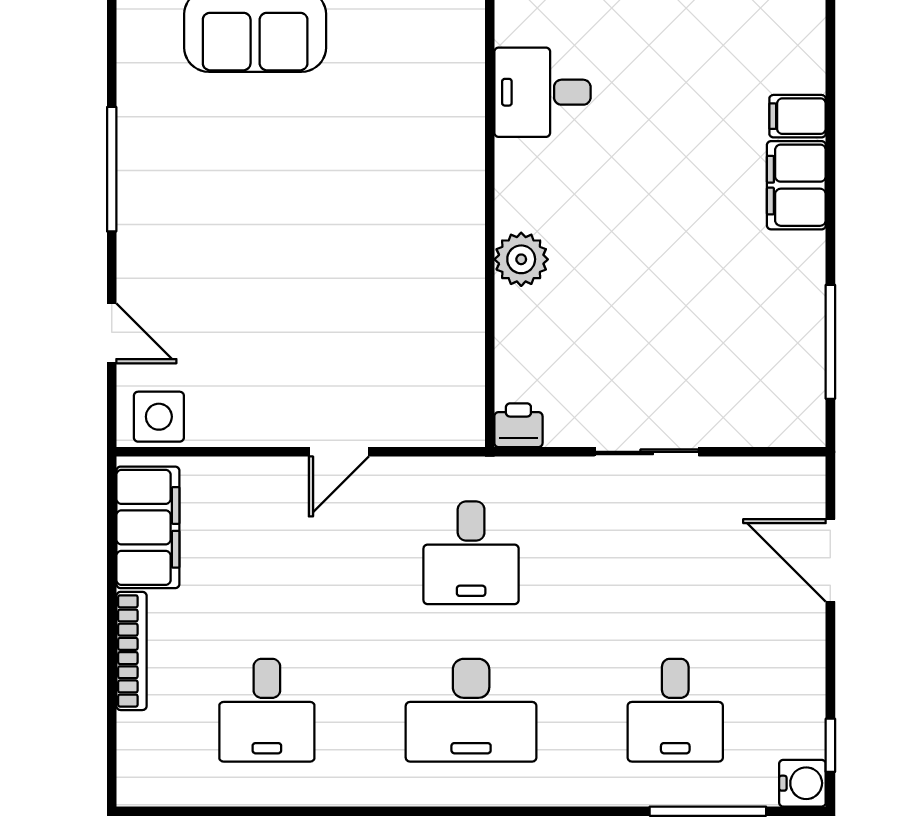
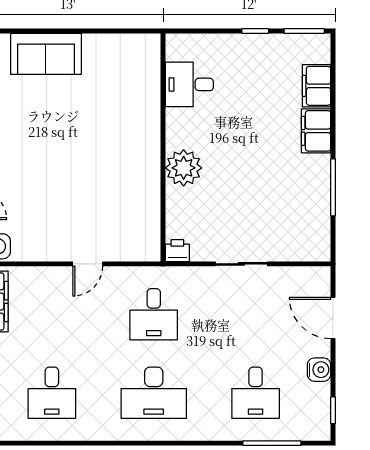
filing cabinet: (798, 116) -> (317, 86), width x2.00
plant: (521, 259) -> (184, 168), width x1.36, depth x1.36
window: (830, 342) -> (333, 187), moved
water cooler: (802, 783) -> (319, 370), moved

